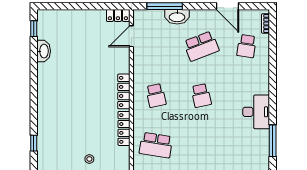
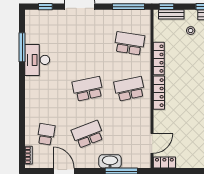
school desk: (156, 96) -> (129, 89), width x1.85
school desk: (201, 96) -> (88, 89), width x1.85
desk: (256, 112) -> (37, 60), moved

